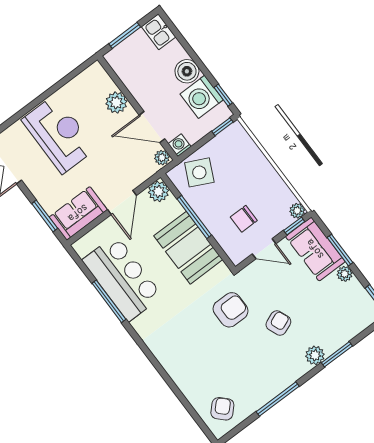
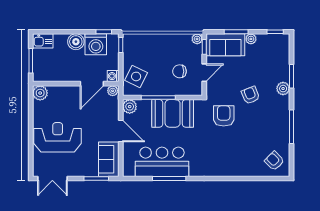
plant: (116, 103) -> (40, 93), moved
chair: (244, 219) -> (180, 71), turned 90

